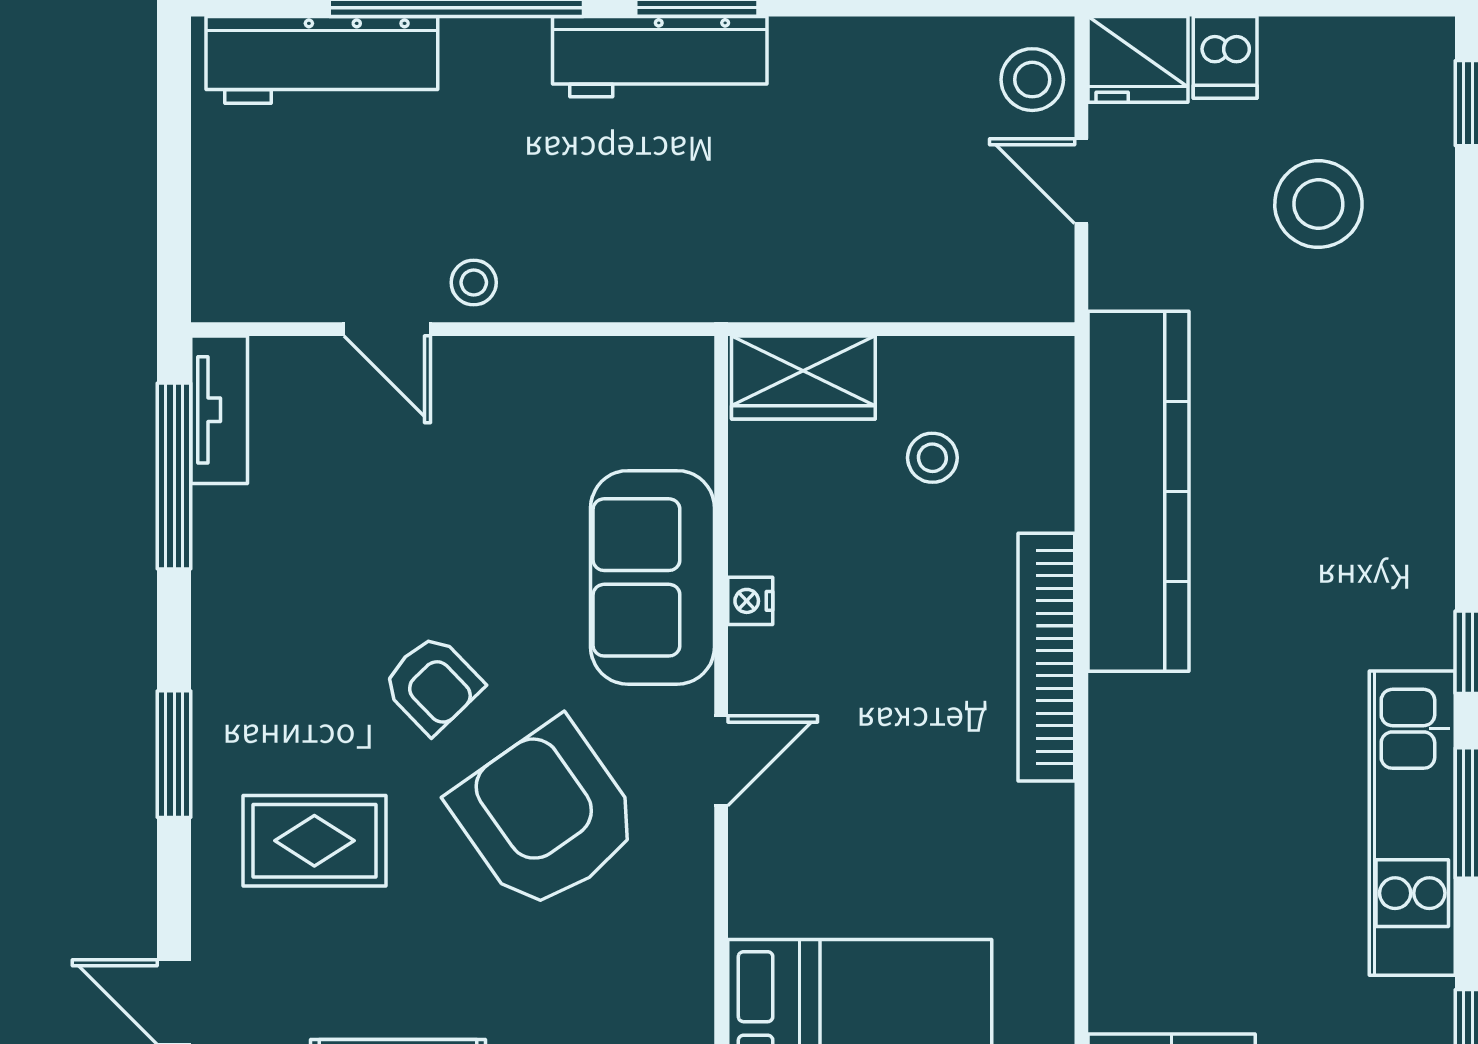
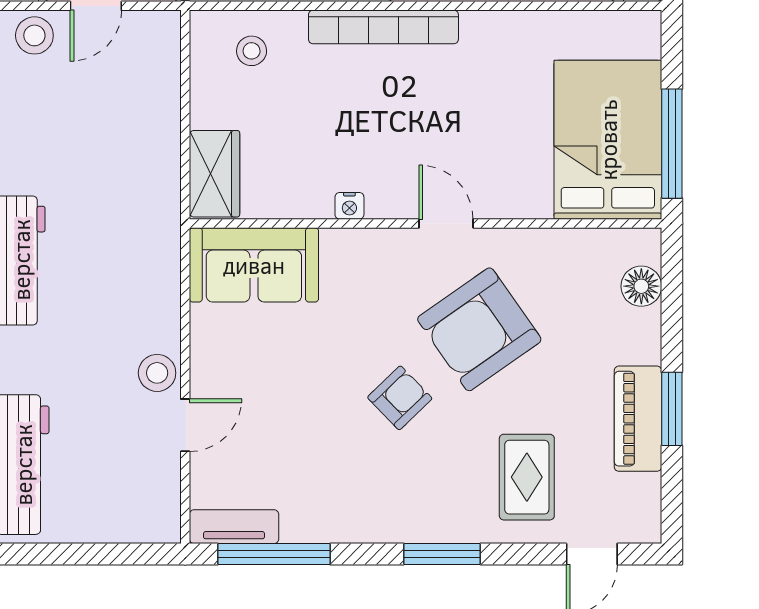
stool: (474, 282) -> (157, 373), width x1.37, depth x1.37
stool: (932, 458) -> (252, 51), moved
sofa: (653, 577) -> (254, 265), moved
rug: (314, 841) -> (527, 477), moved

